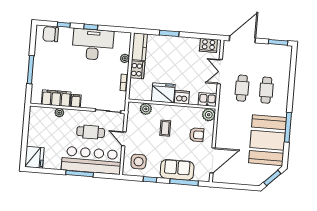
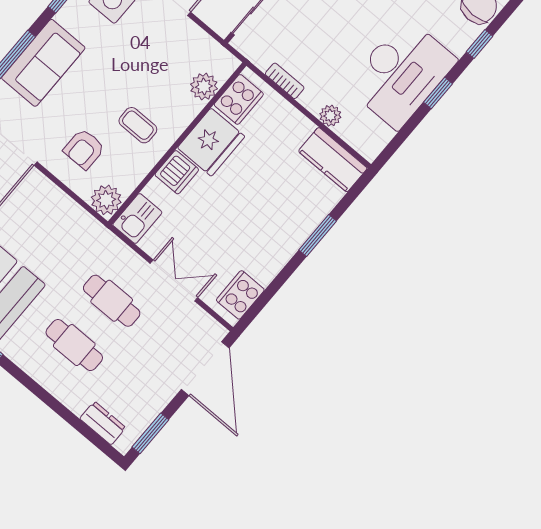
dresser: (286, 61) -> (103, 423), added
cooker: (137, 70) -> (239, 99), moved, turned -90
coffee table: (165, 128) -> (138, 125), moved

